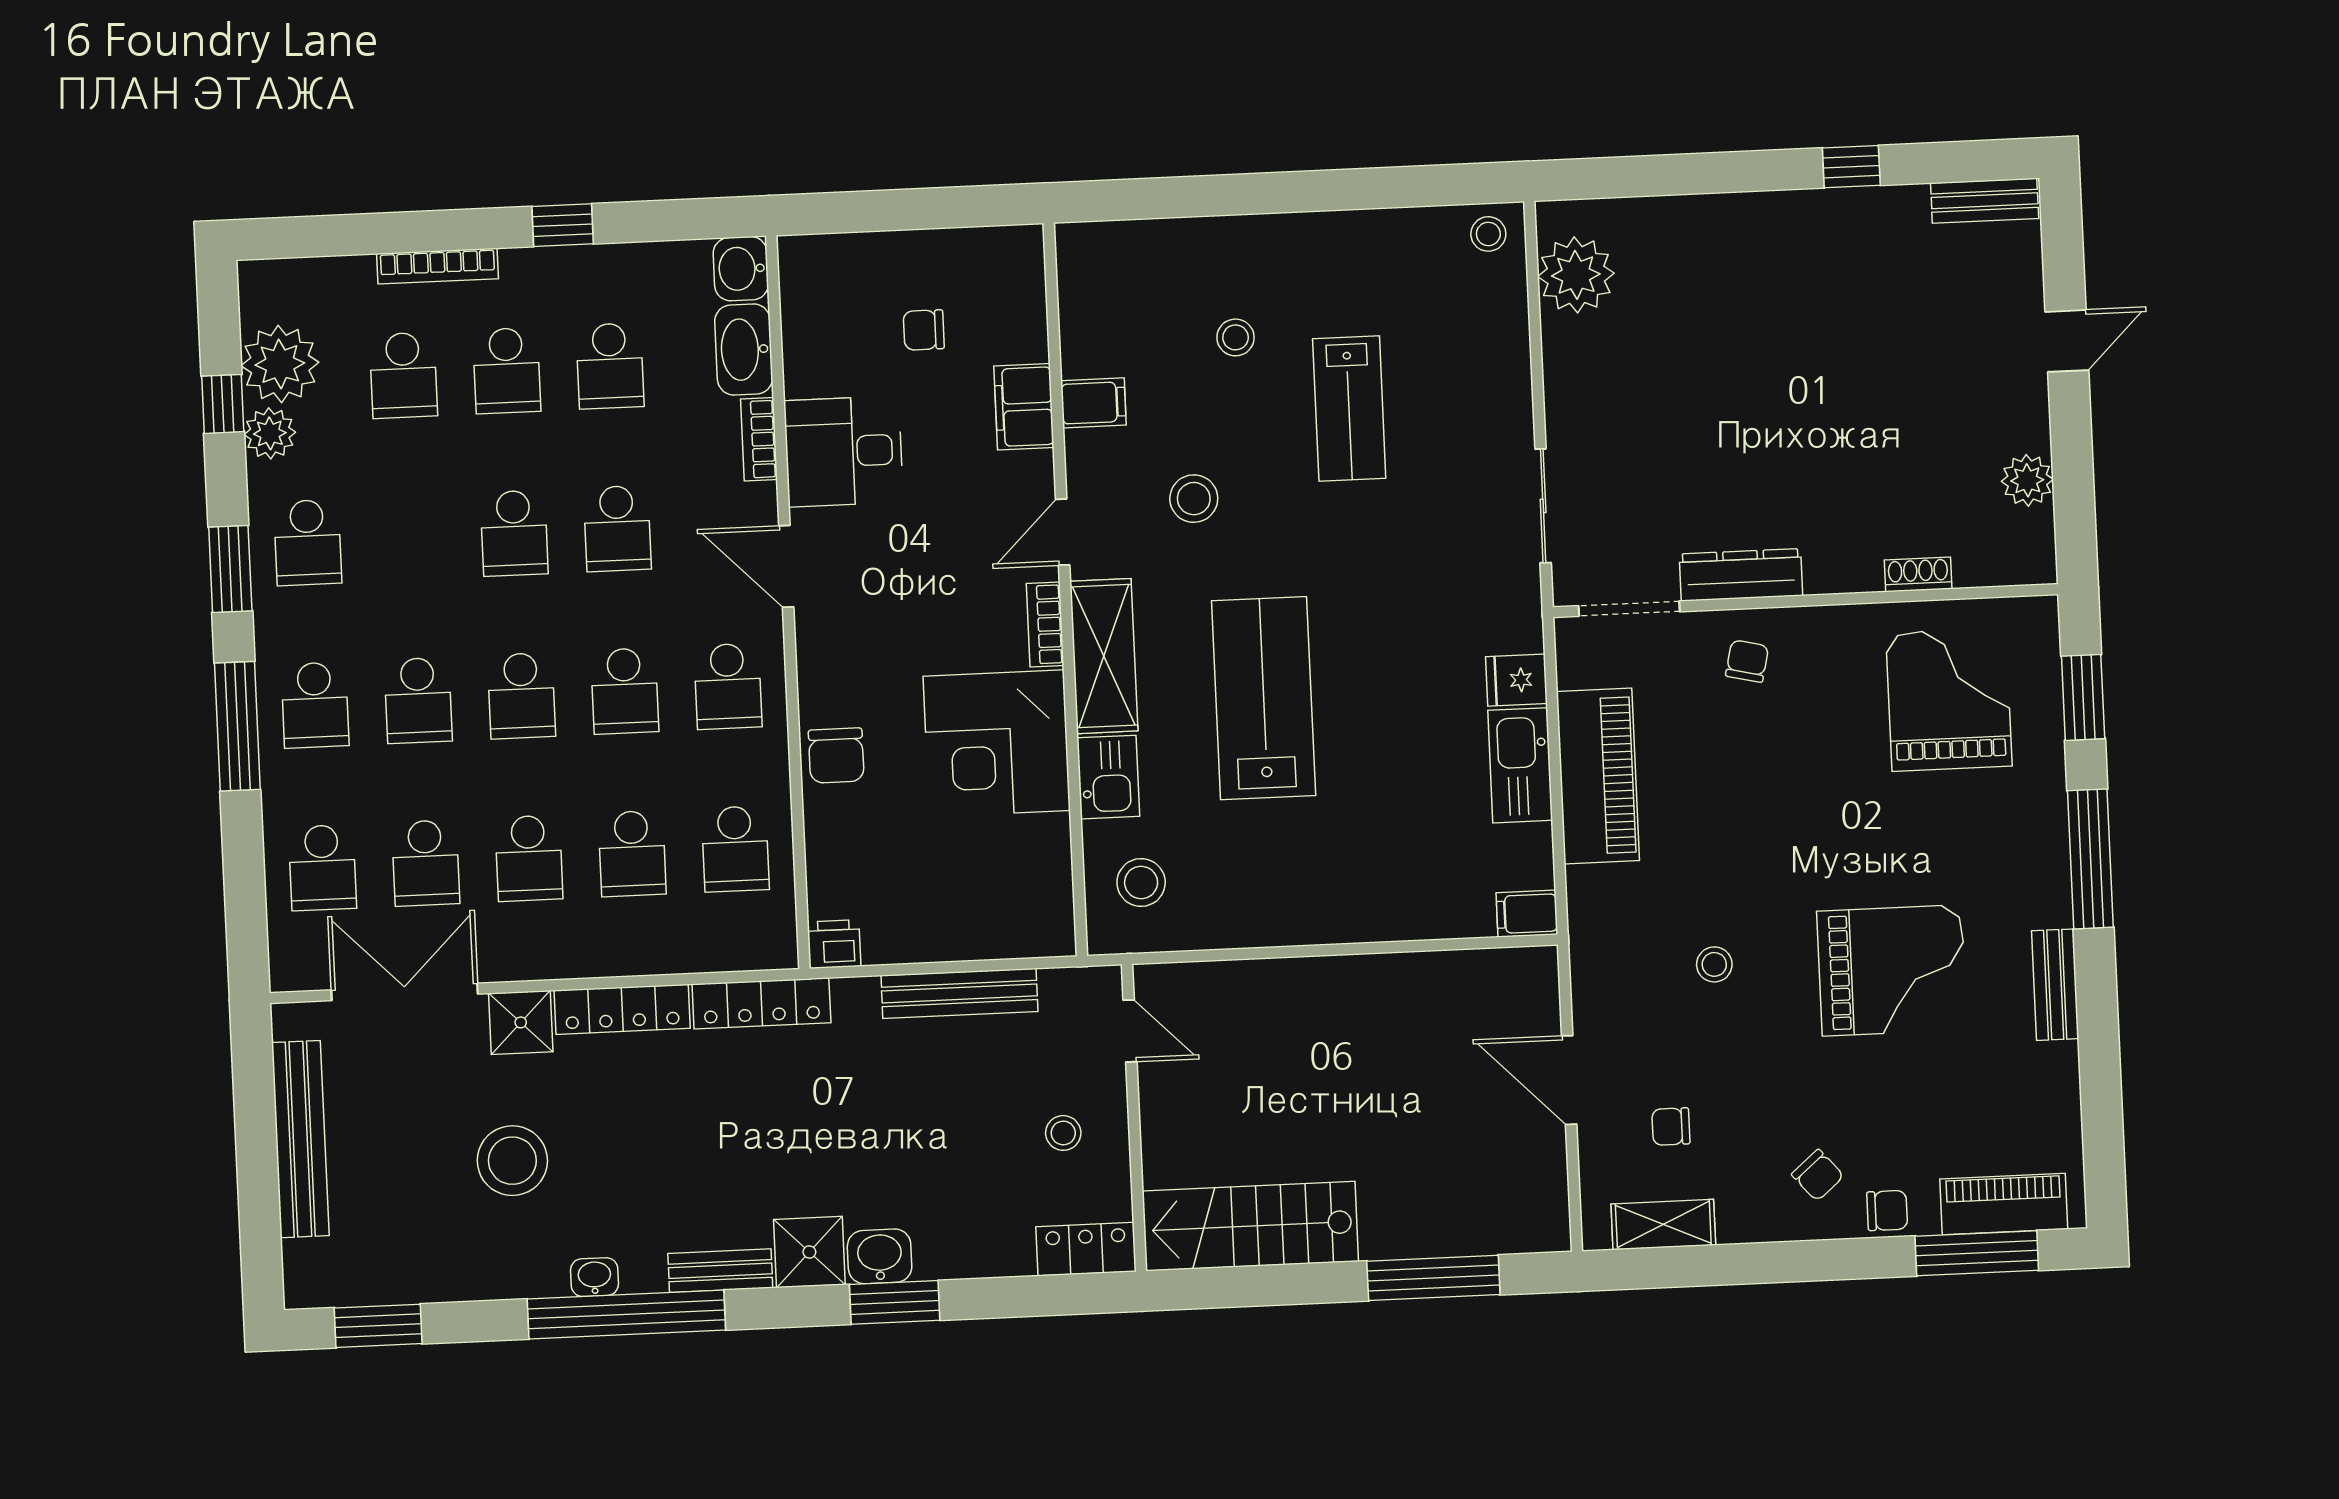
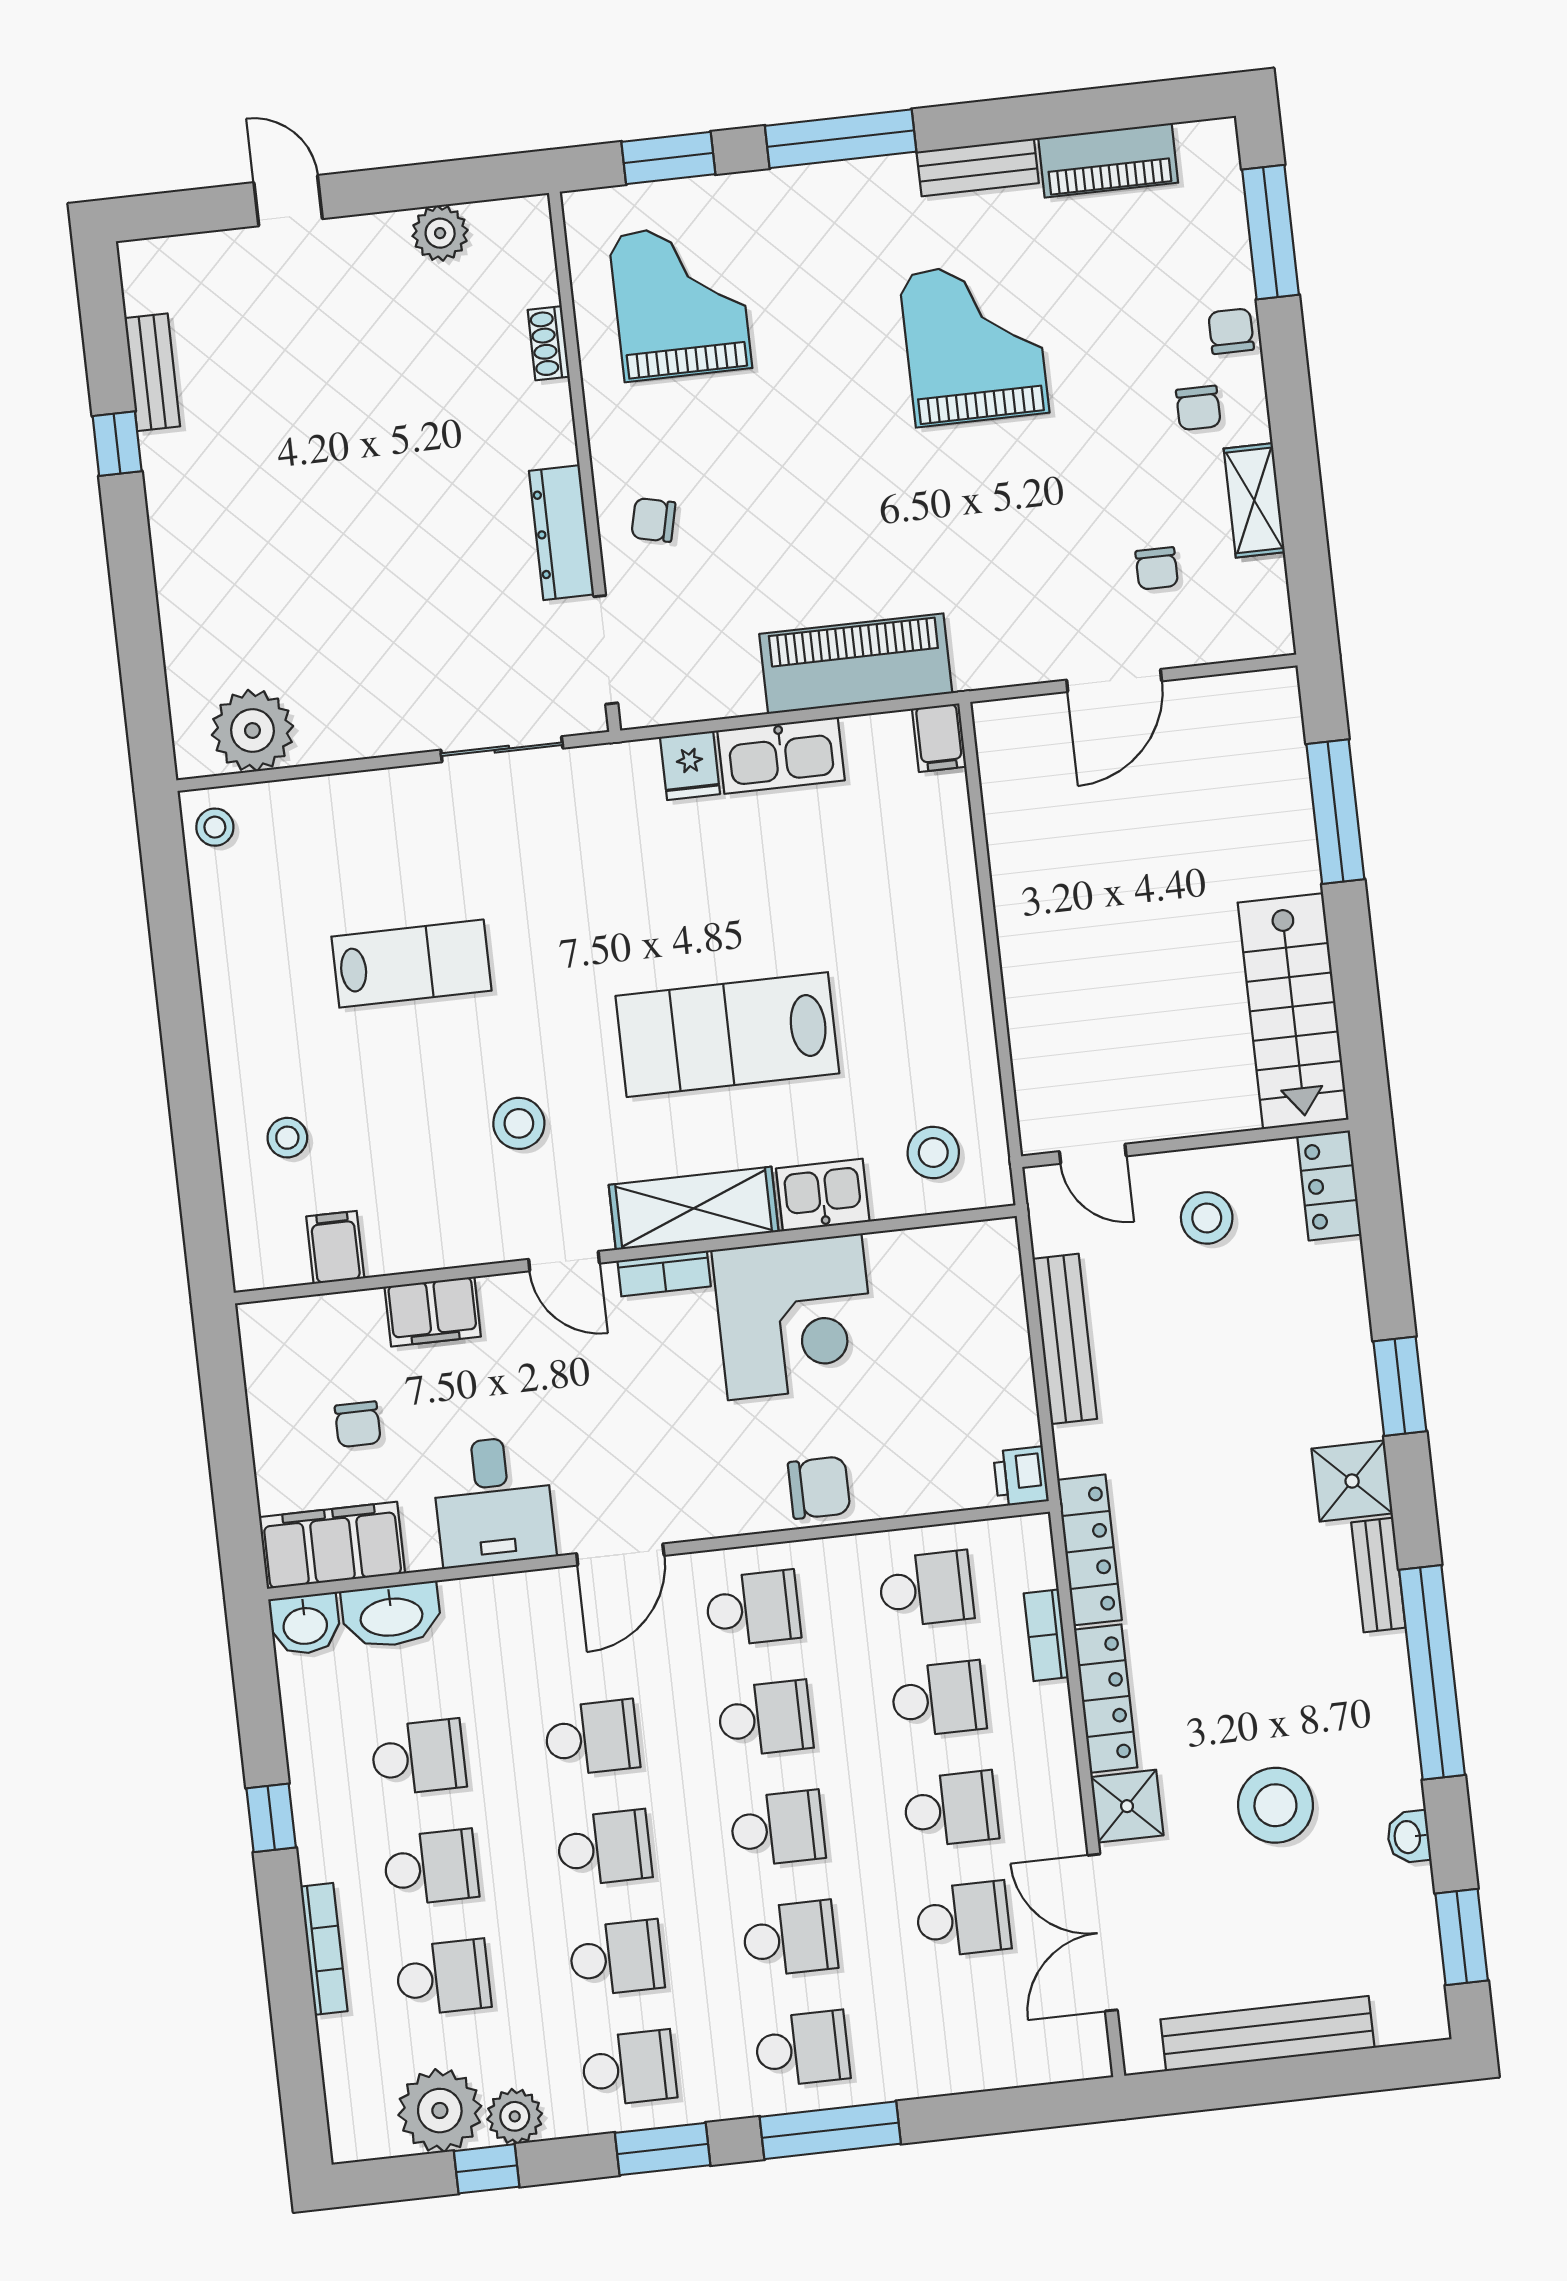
bench: (1985, 201) -> (152, 372), moved
filing cabinet: (813, 299) -> (332, 1545), added
stool: (1236, 337) -> (287, 1138), moved
filing cabinet: (1093, 403) -> (335, 1247), moved
bookcase: (759, 439) -> (1046, 1635), moved, turned 90
grand piano: (1949, 700) -> (680, 301), turned 90
piano: (1598, 776) -> (856, 664), moved
school desk: (322, 868) -> (616, 1958), moved
stool: (1714, 964) -> (980, 534), removed
door: (1130, 1031) -> (1093, 1154), swing flipped
stool: (1063, 1133) -> (1207, 1218), width x1.37, depth x1.37
chair: (1818, 1175) -> (1198, 408), turned 131
piano: (2004, 1204) -> (1108, 160), moved, turned -90
shelving: (1663, 1225) -> (1254, 500), moved
washbasin: (880, 1256) -> (1352, 1406), removed
washbasin: (594, 1277) -> (1409, 1837), moved

